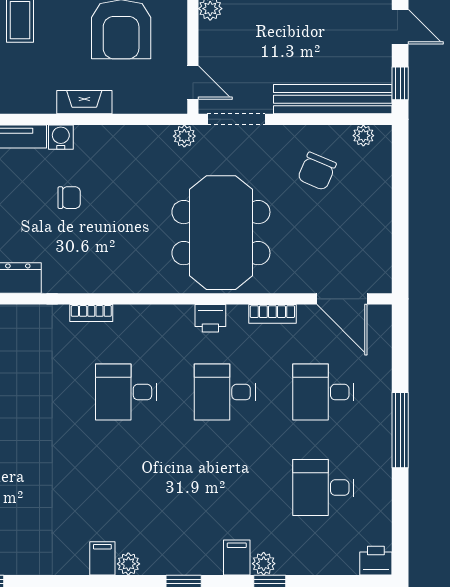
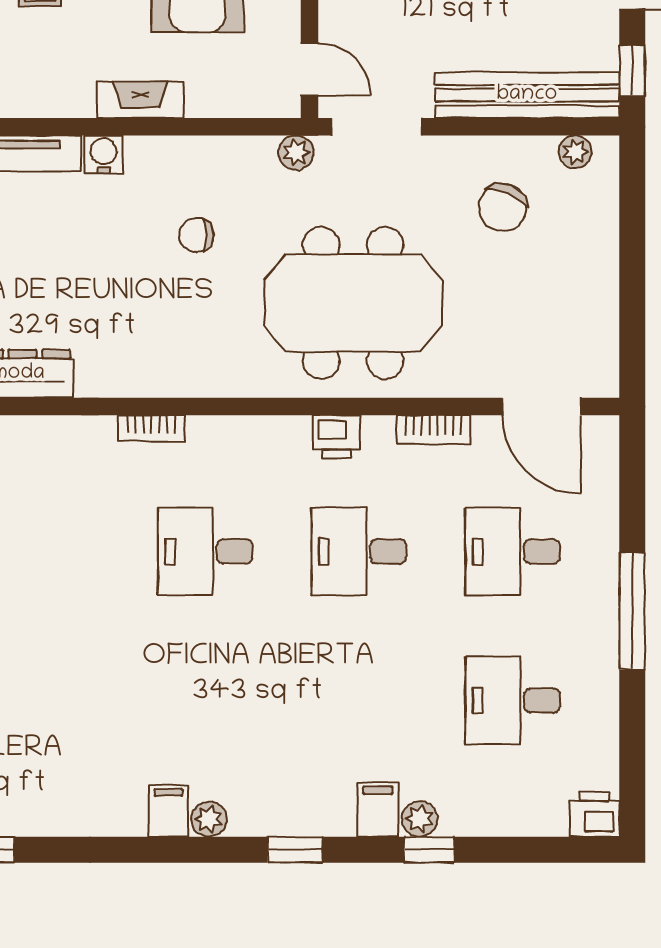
chair: (69, 198) -> (196, 235), moved, turned 180
meeting table: (221, 233) -> (353, 303), turned 90

